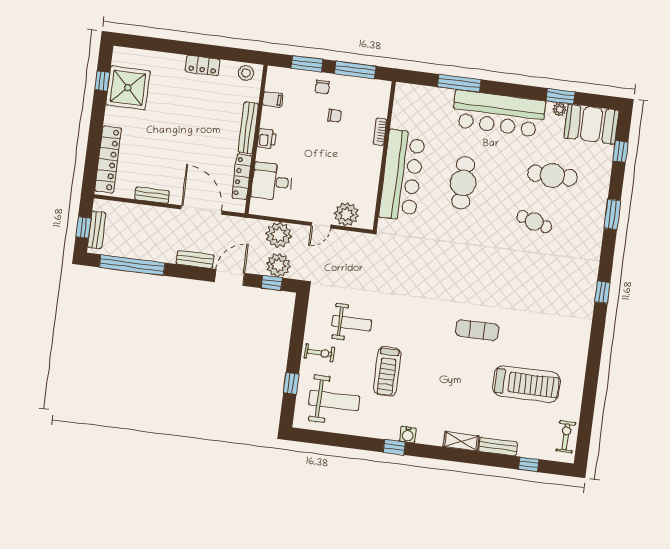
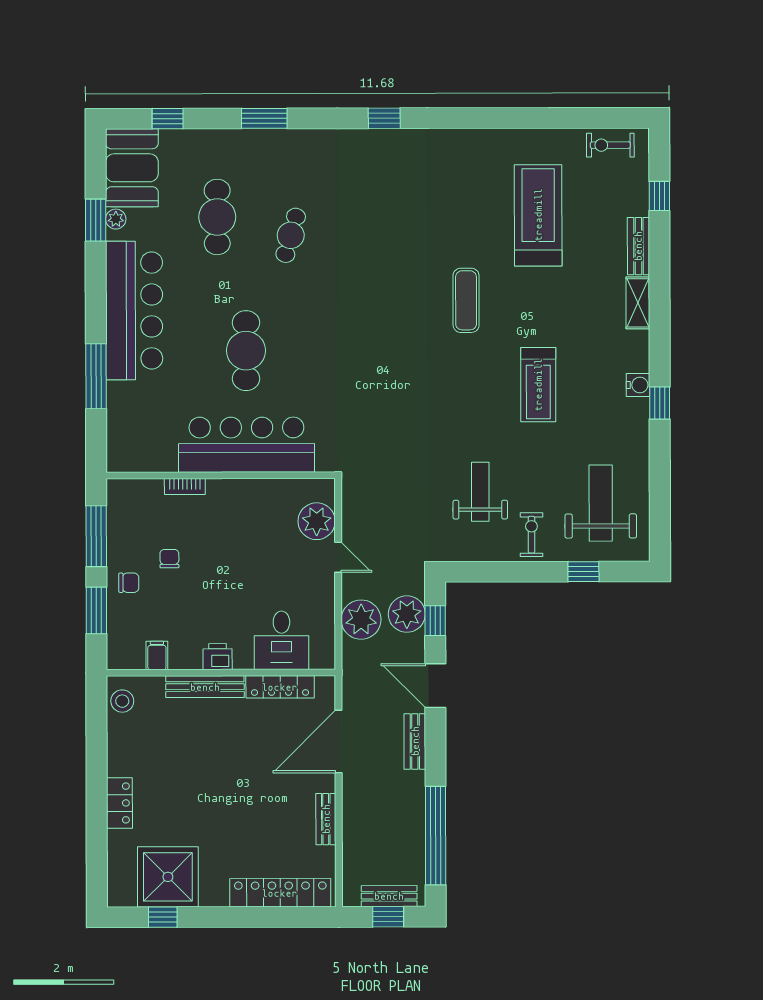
locker: (203, 65) -> (120, 803), moved
cafe table: (463, 183) -> (246, 351), turned 90
treadmill: (387, 371) -> (538, 385), moved, turned 90

